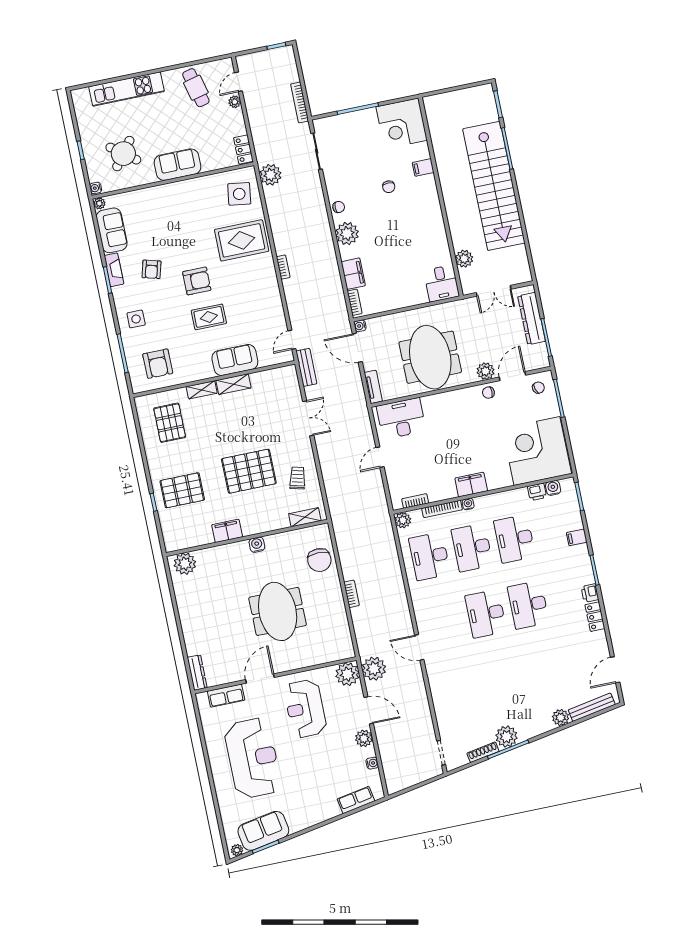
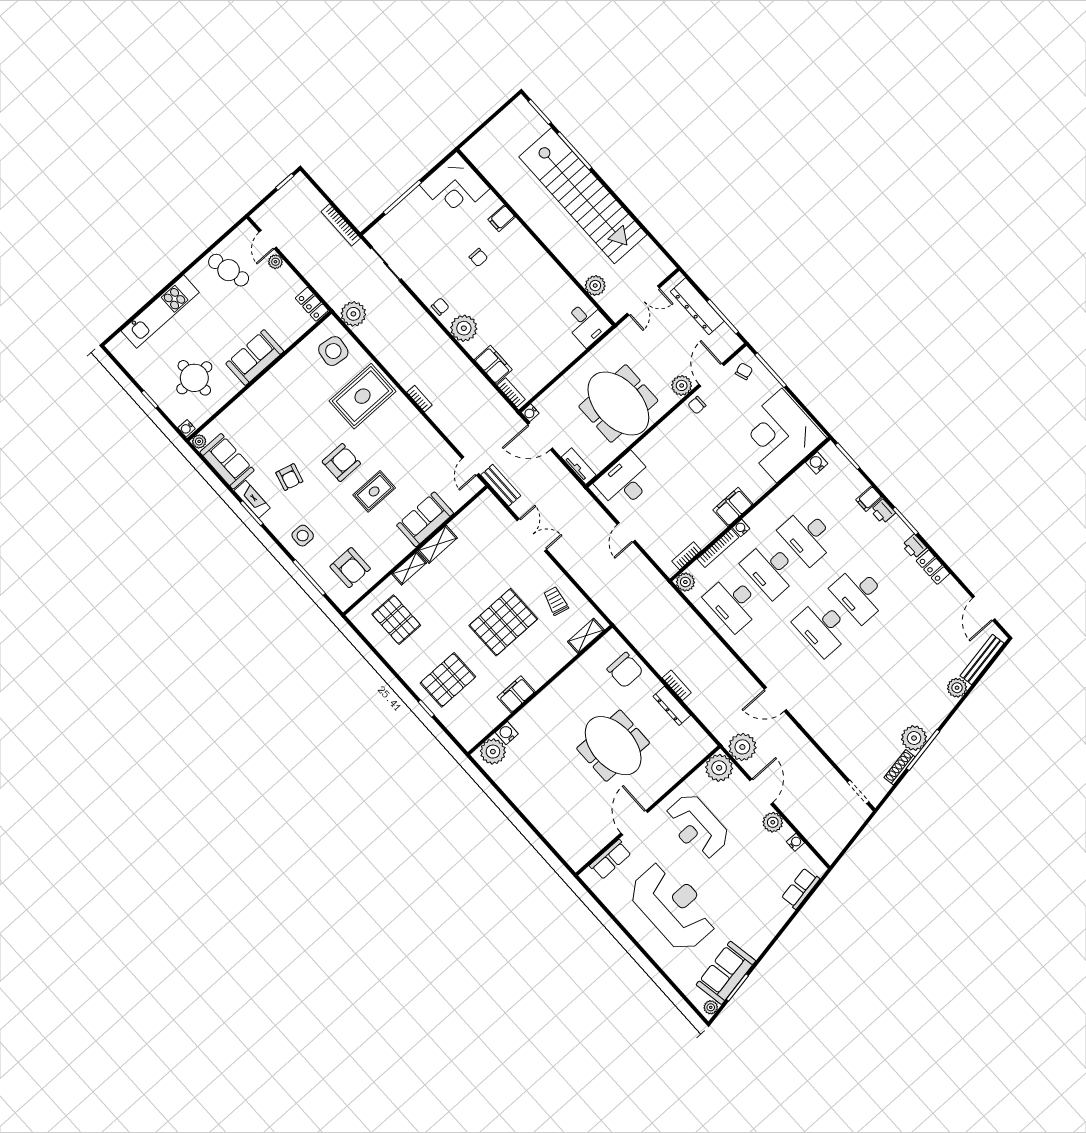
round table: (123, 154) -> (194, 378), turned -37
printer: (537, 492) -> (883, 512), moved, turned 90
water cooler: (257, 545) -> (507, 733), moved
dresser: (197, 673) -> (672, 706), moved, turned 180
door: (369, 710) -> (761, 792), hinge flipped

